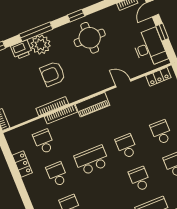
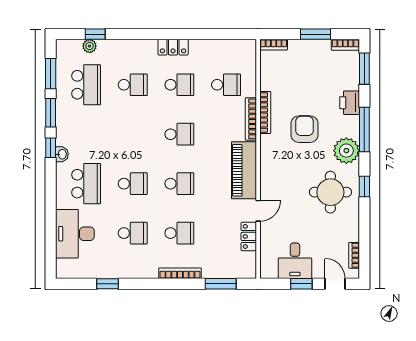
plant: (41, 45) -> (346, 151), moved
desk: (150, 48) -> (295, 261), width x0.73
locker: (158, 77) -> (249, 236), moved
piano: (93, 105) -> (244, 170), width x1.37, depth x1.33
school desk: (92, 160) -> (179, 134), width x0.54
locker: (22, 164) -> (173, 47), moved

